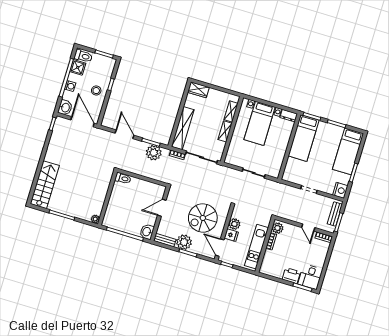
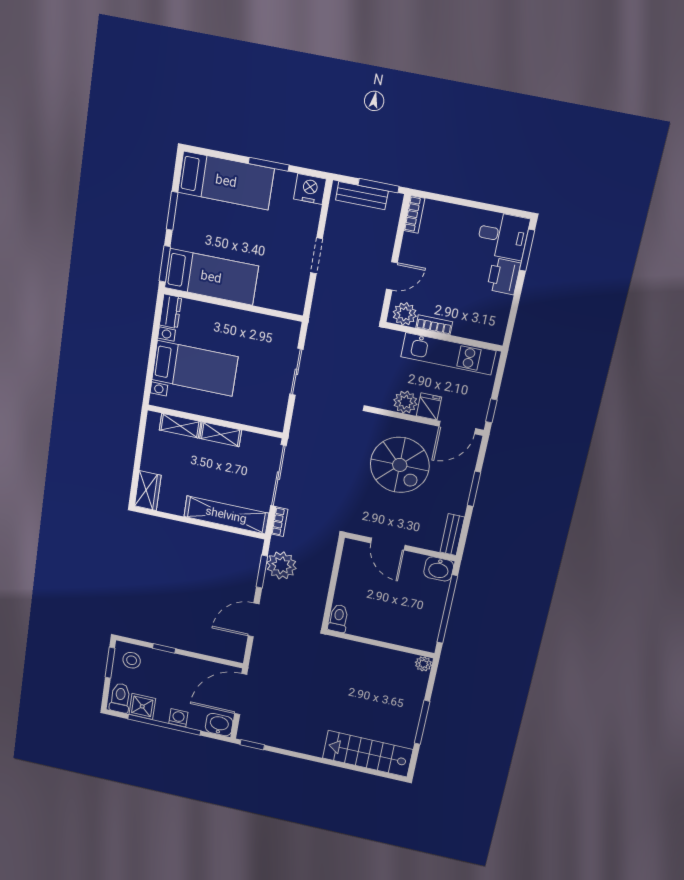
stool: (96, 91) -> (132, 660), moved
door: (308, 228) -> (392, 276), moved
plant: (184, 242) -> (453, 498), removed

